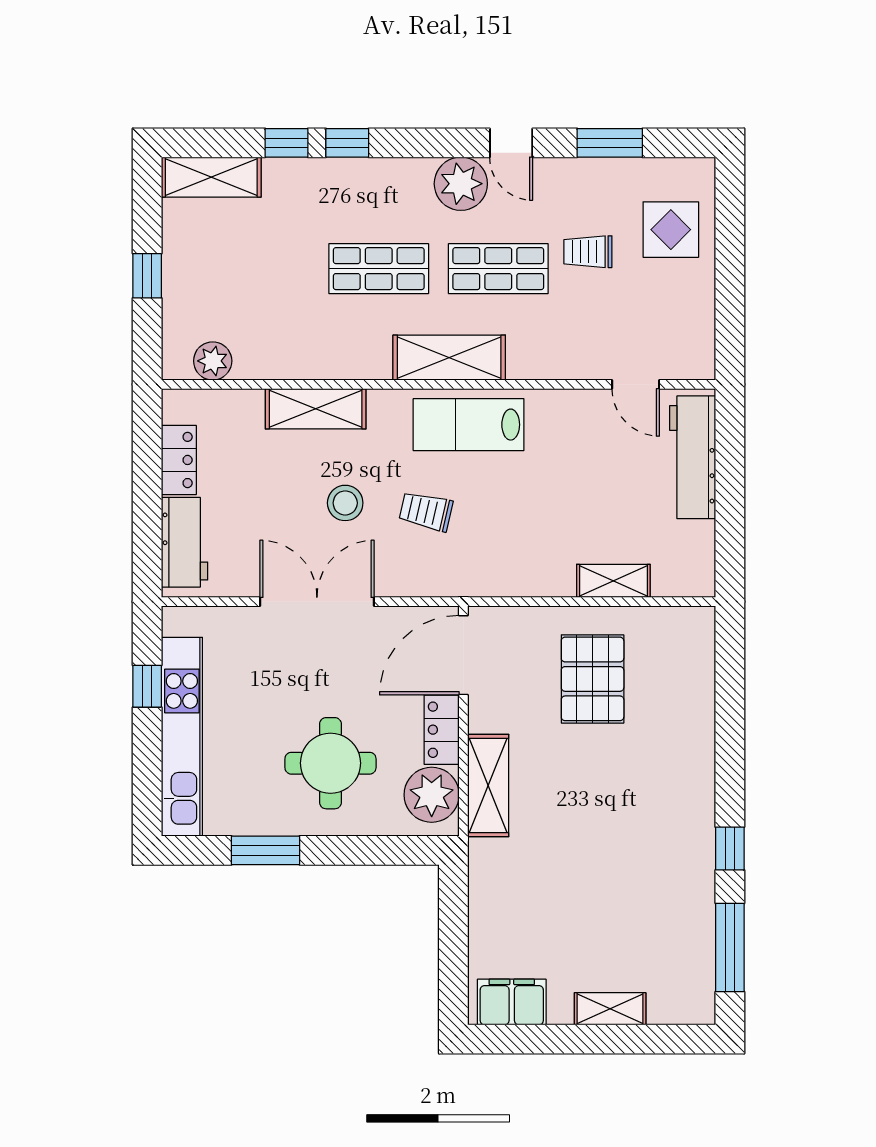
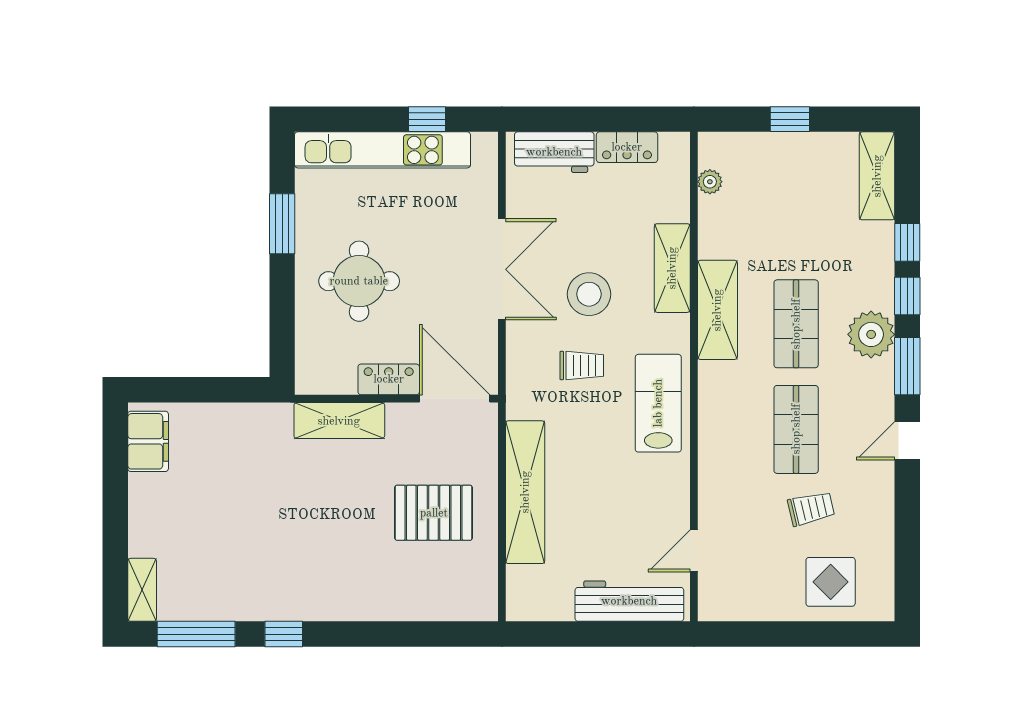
window: (610, 143) -> (907, 366), moved
plant: (461, 184) -> (871, 334), moved
trolley: (588, 252) -> (811, 509), turned 77
shelving: (449, 358) -> (717, 310), moved
plant: (213, 361) -> (710, 182), width x0.73, depth x0.73
stool: (345, 503) -> (589, 294), width x1.38, depth x1.38
trolley: (426, 511) -> (582, 365), turned 77
shelving: (613, 581) -> (525, 492), width x2.20, depth x1.33
plant: (432, 795) -> (331, 371), removed
shelving: (610, 1009) -> (142, 590), moved

